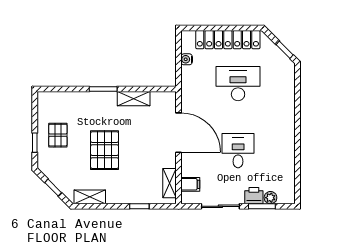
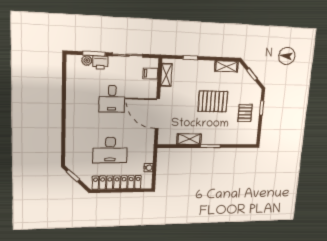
pallet: (105, 150) -> (213, 101), turned 90

